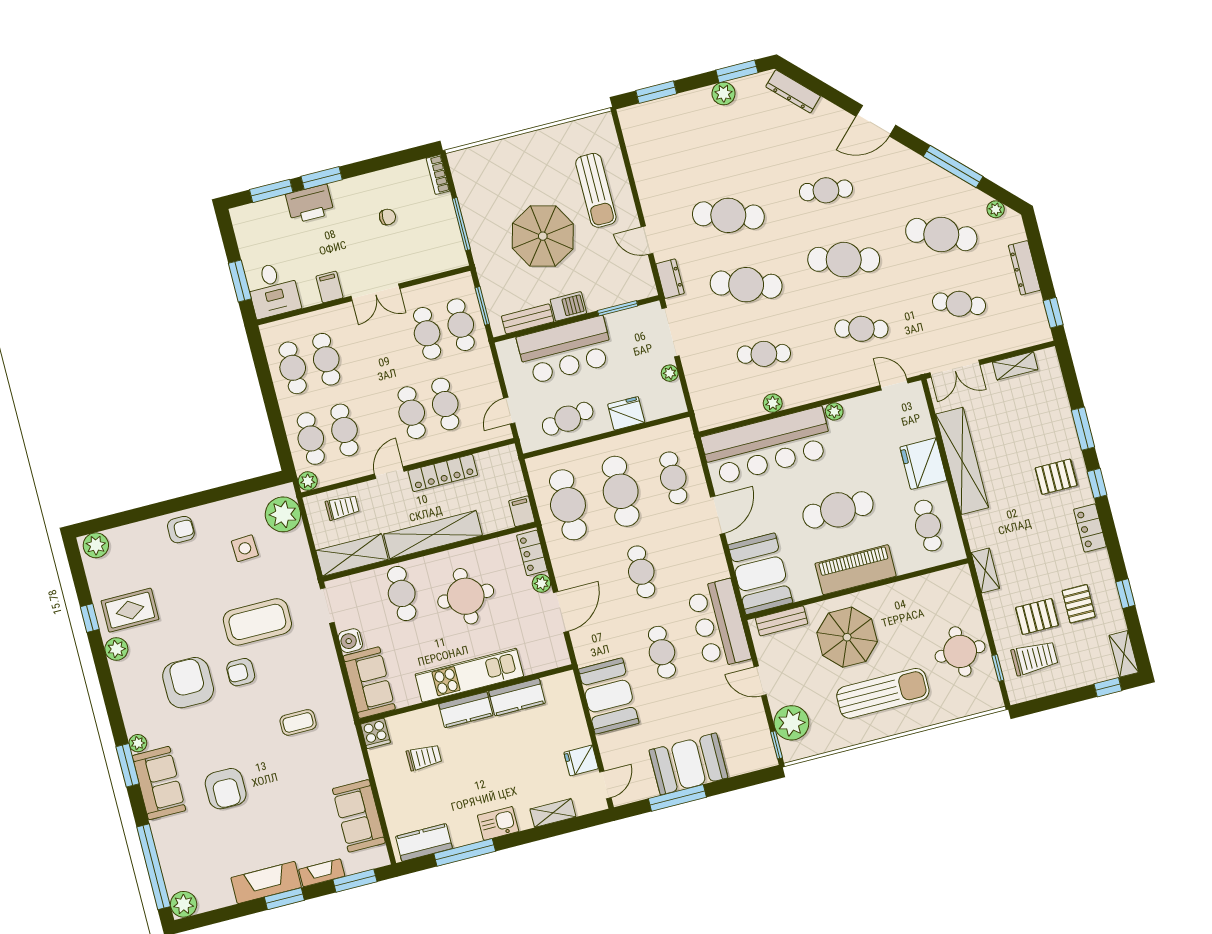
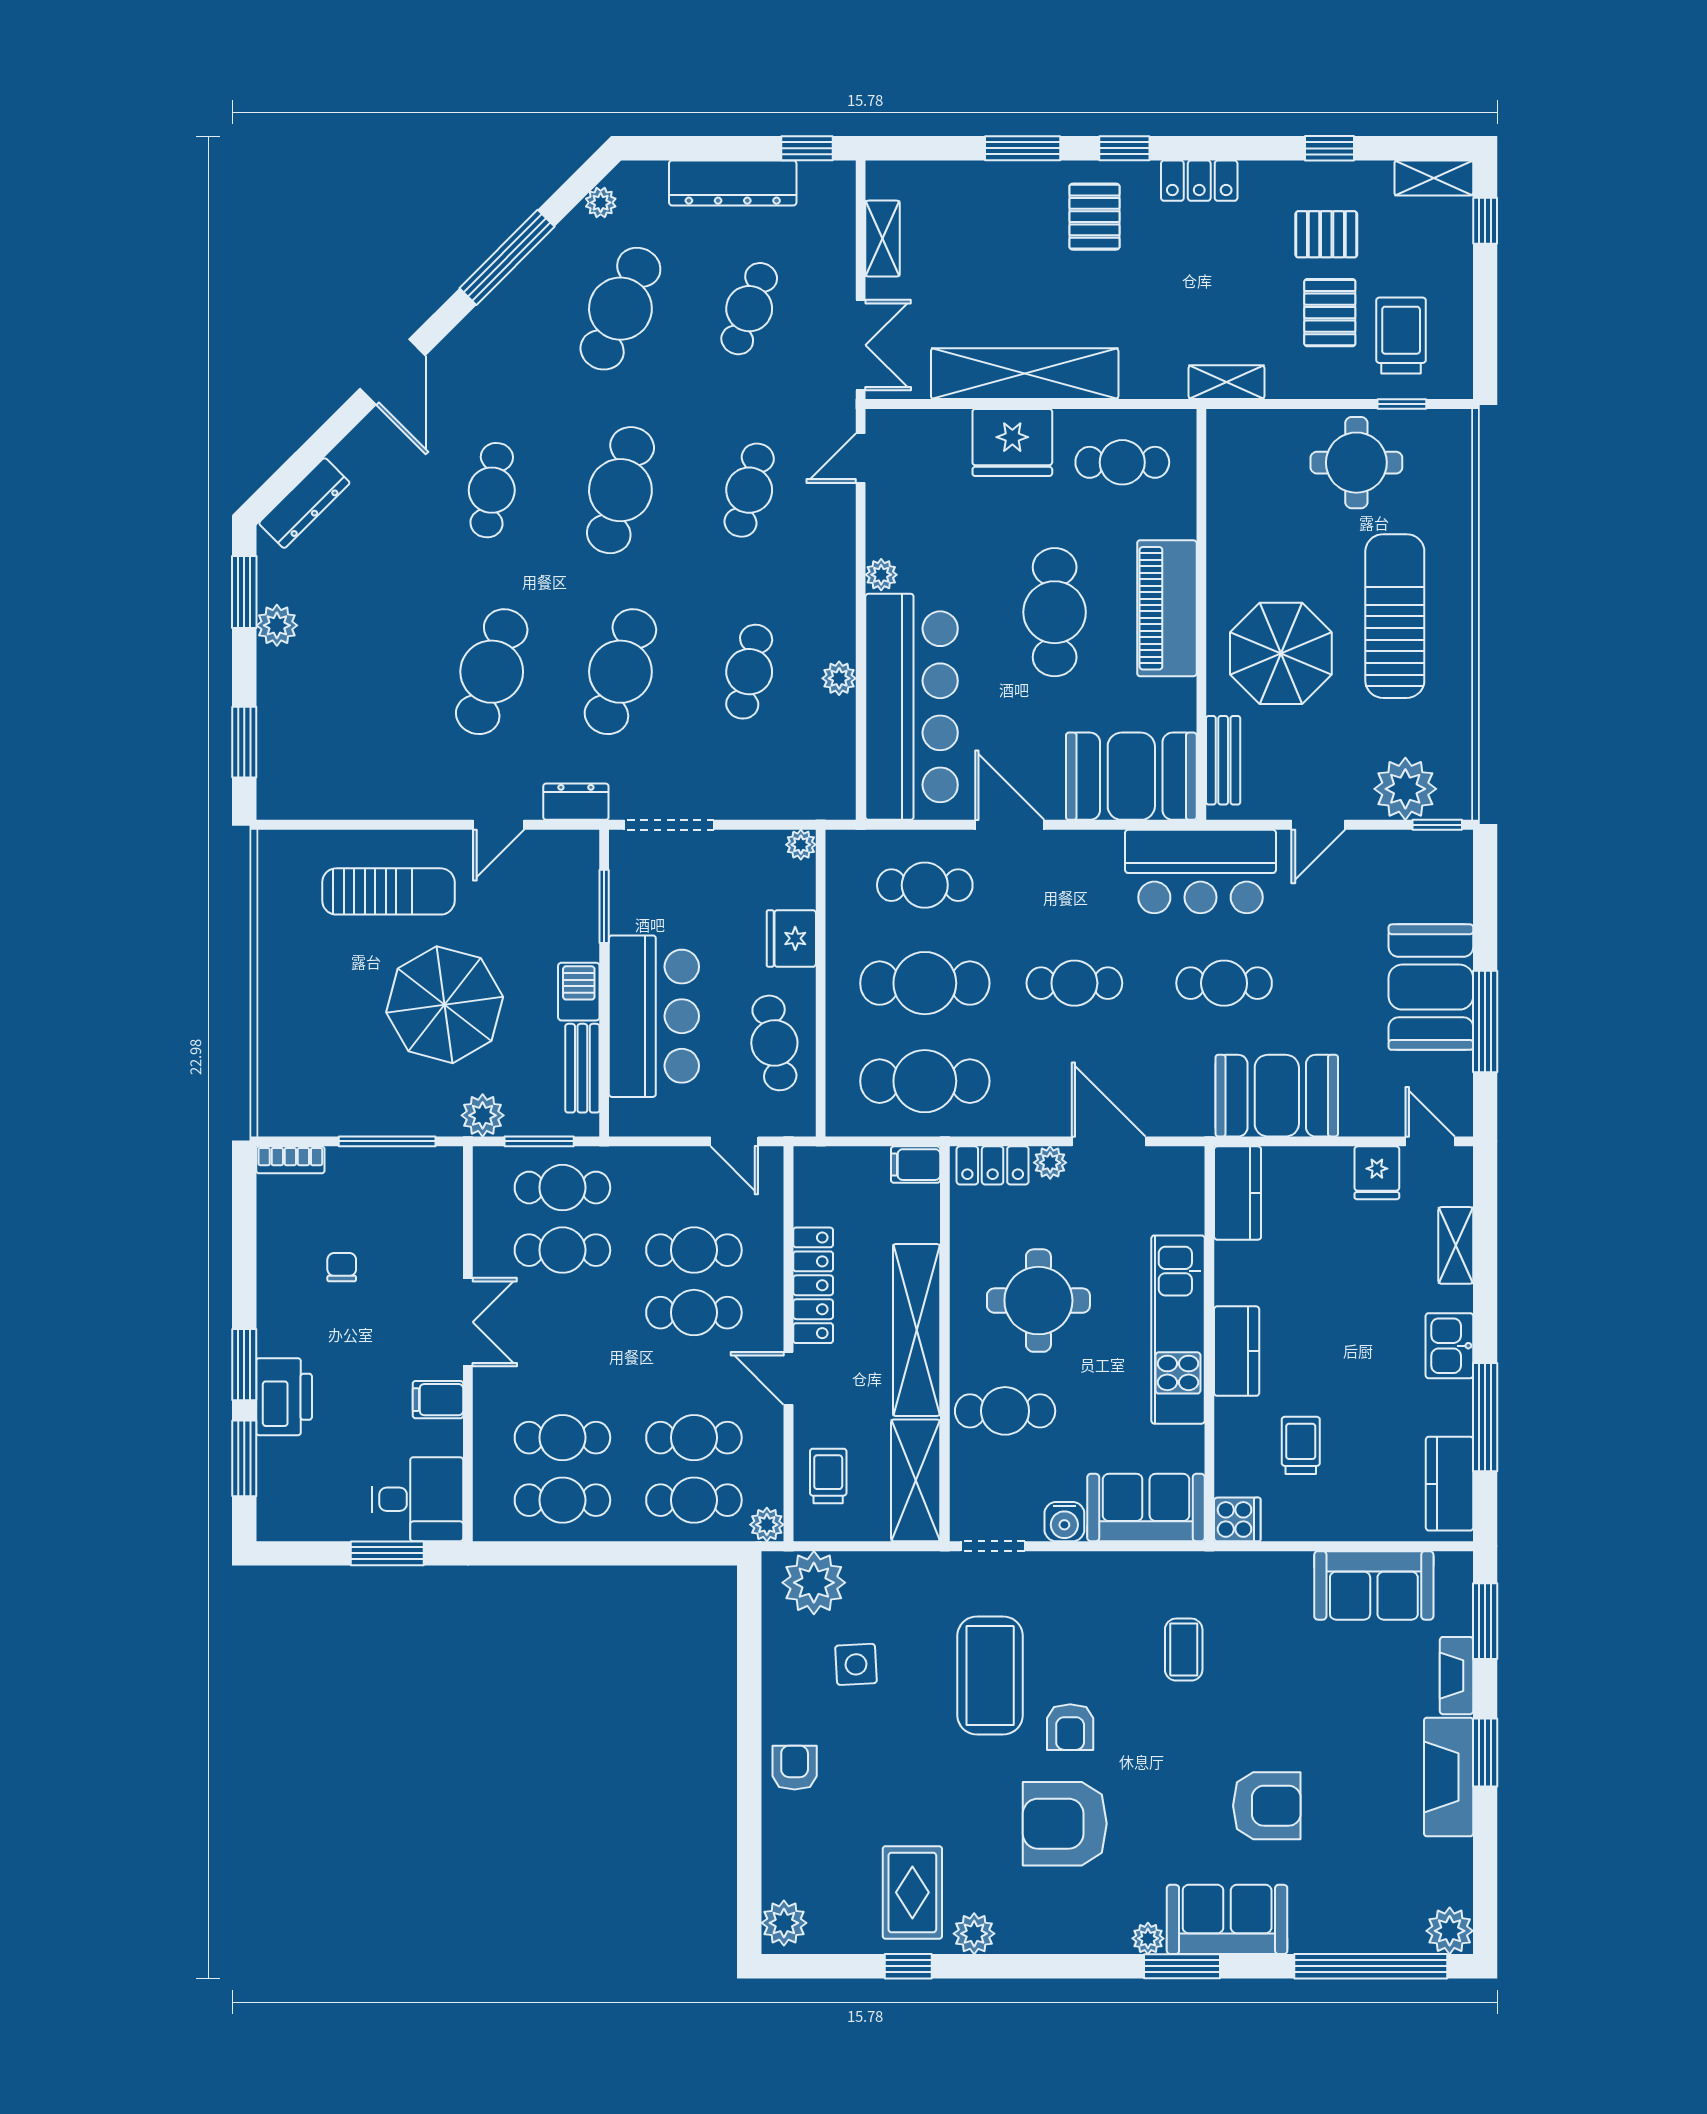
dresser: (1024, 268) -> (733, 183), width x1.37, depth x1.24
plant: (488, 272) -> (483, 1115), added
plant: (670, 373) -> (801, 845), moved
kitchen counter: (517, 697) -> (1238, 1193), moved

